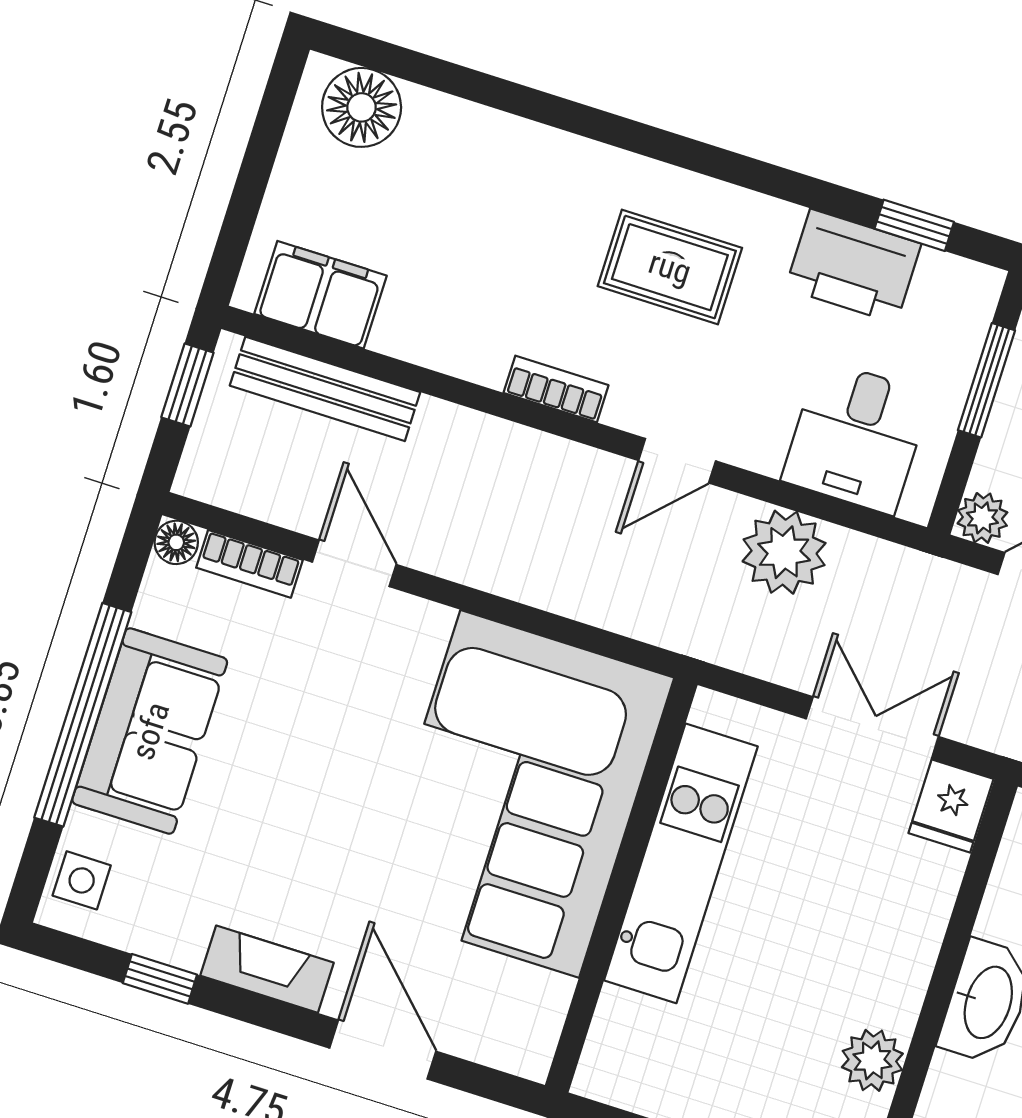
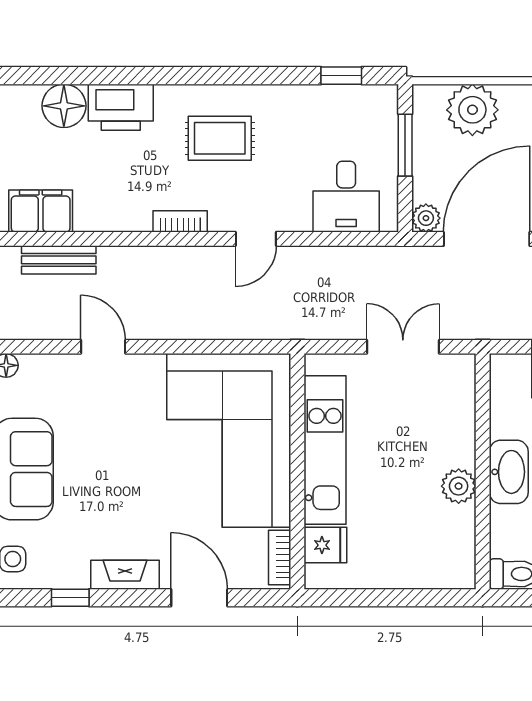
floor lamp: (362, 107) -> (64, 106), moved
printer: (853, 266) -> (121, 107), moved
bench: (325, 389) -> (59, 260), width x0.73
plant: (784, 552) -> (327, 269), removed
bookcase: (249, 564) -> (280, 557), moved, turned 90
fridge: (951, 806) -> (325, 545), moved, turned -90
plant: (872, 1060) -> (459, 486), moved

